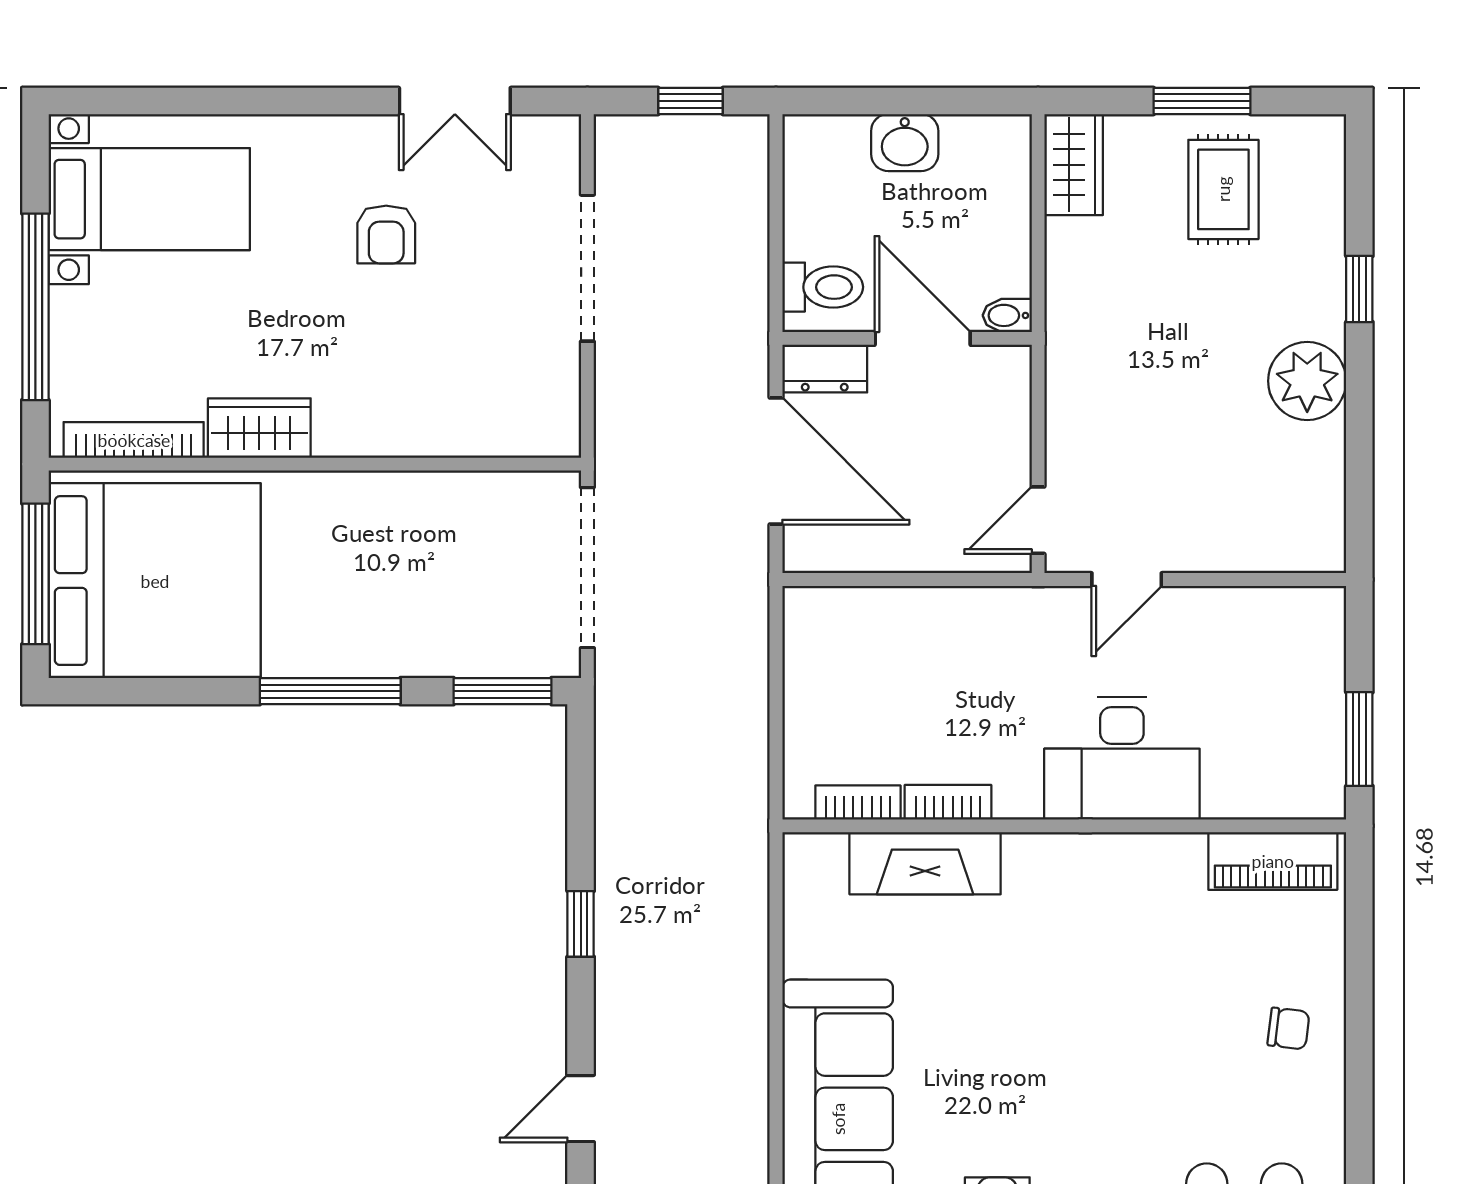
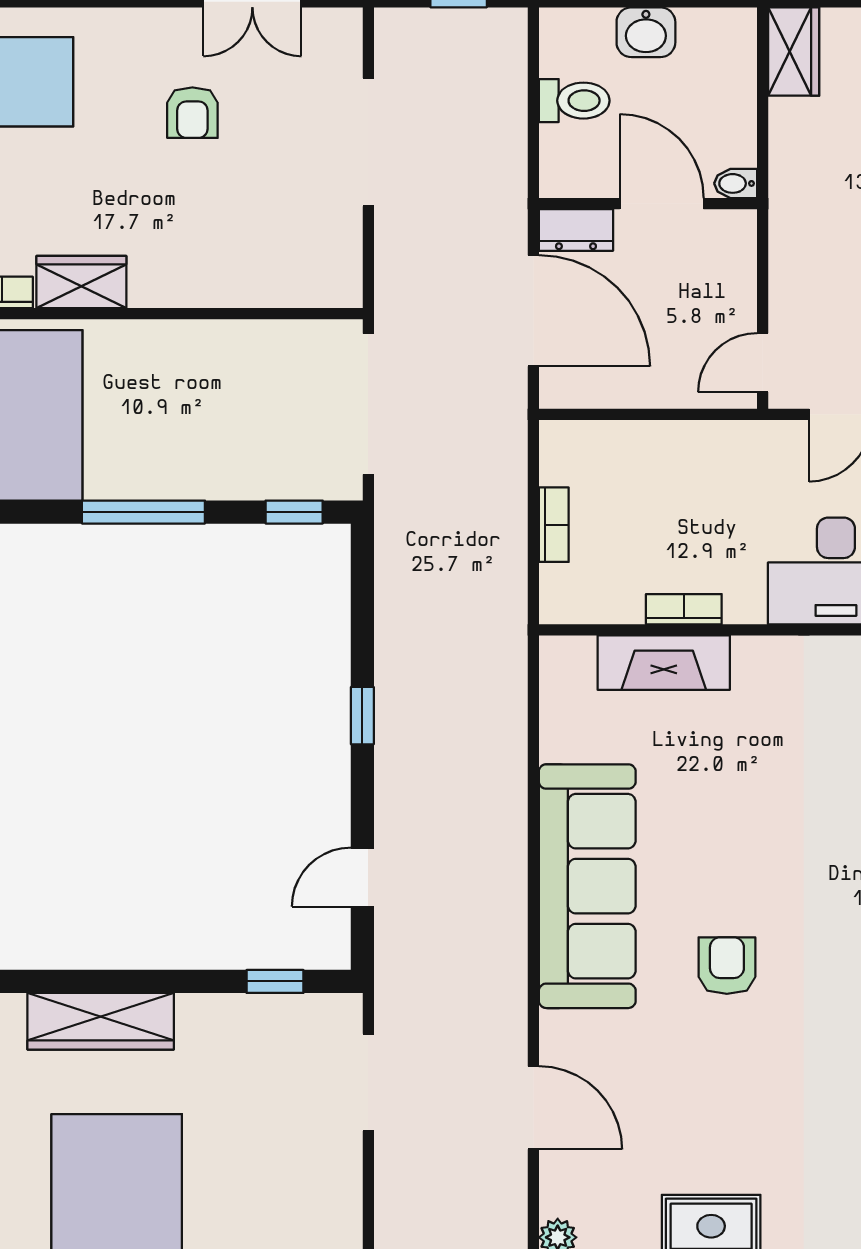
toilet: (823, 287) -> (574, 101), moved
window: (502, 691) -> (294, 512), width x0.67
bookcase: (858, 802) -> (554, 525), moved, turned 90

